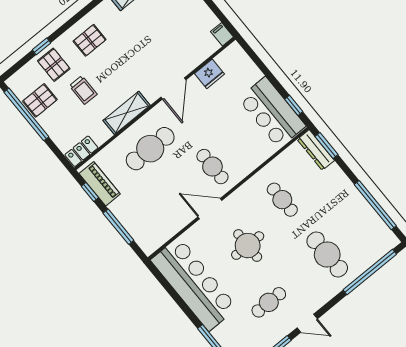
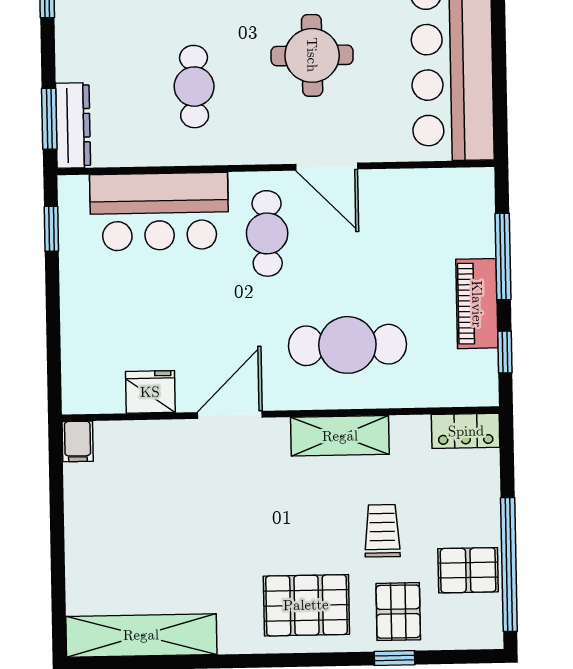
pallet: (90, 40) -> (306, 605), width x1.50, depth x1.42
bar counter: (272, 113) -> (159, 212), moved, turned 90
piano: (100, 184) -> (477, 304), moved

